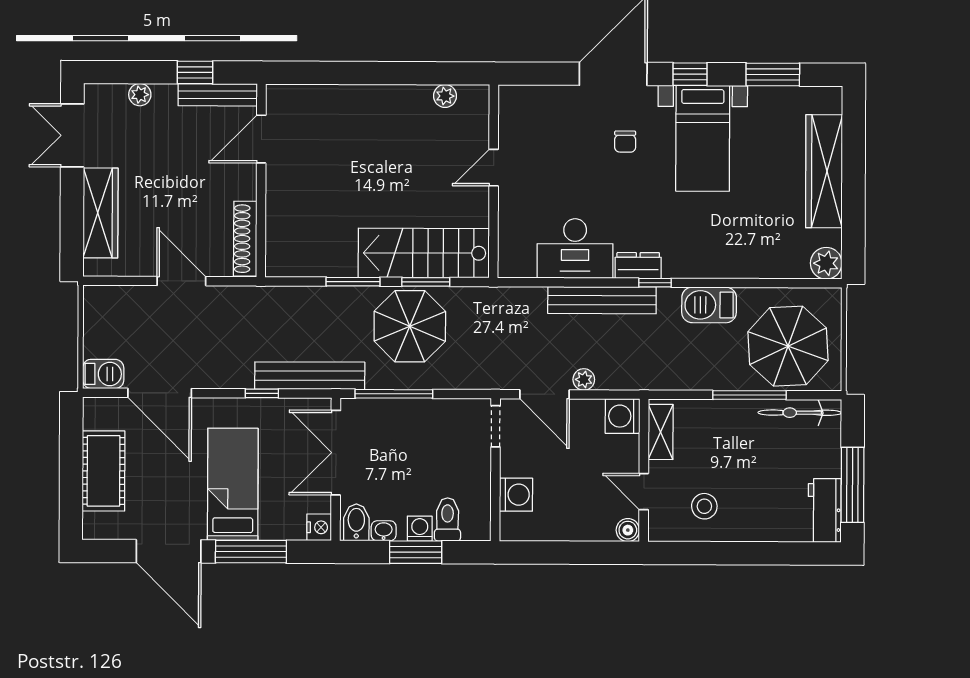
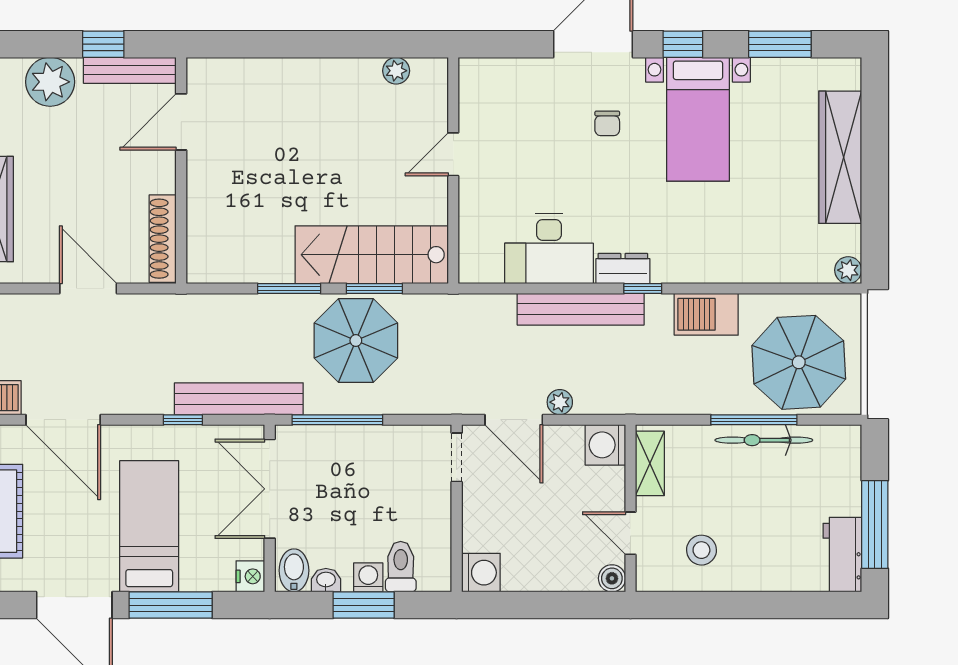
plant: (140, 95) -> (50, 82), width x1.87, depth x1.87
plant: (826, 263) -> (848, 270), width x0.73, depth x0.73
bicycle: (800, 413) -> (764, 440), moved
washing machine: (516, 495) -> (481, 573), moved

